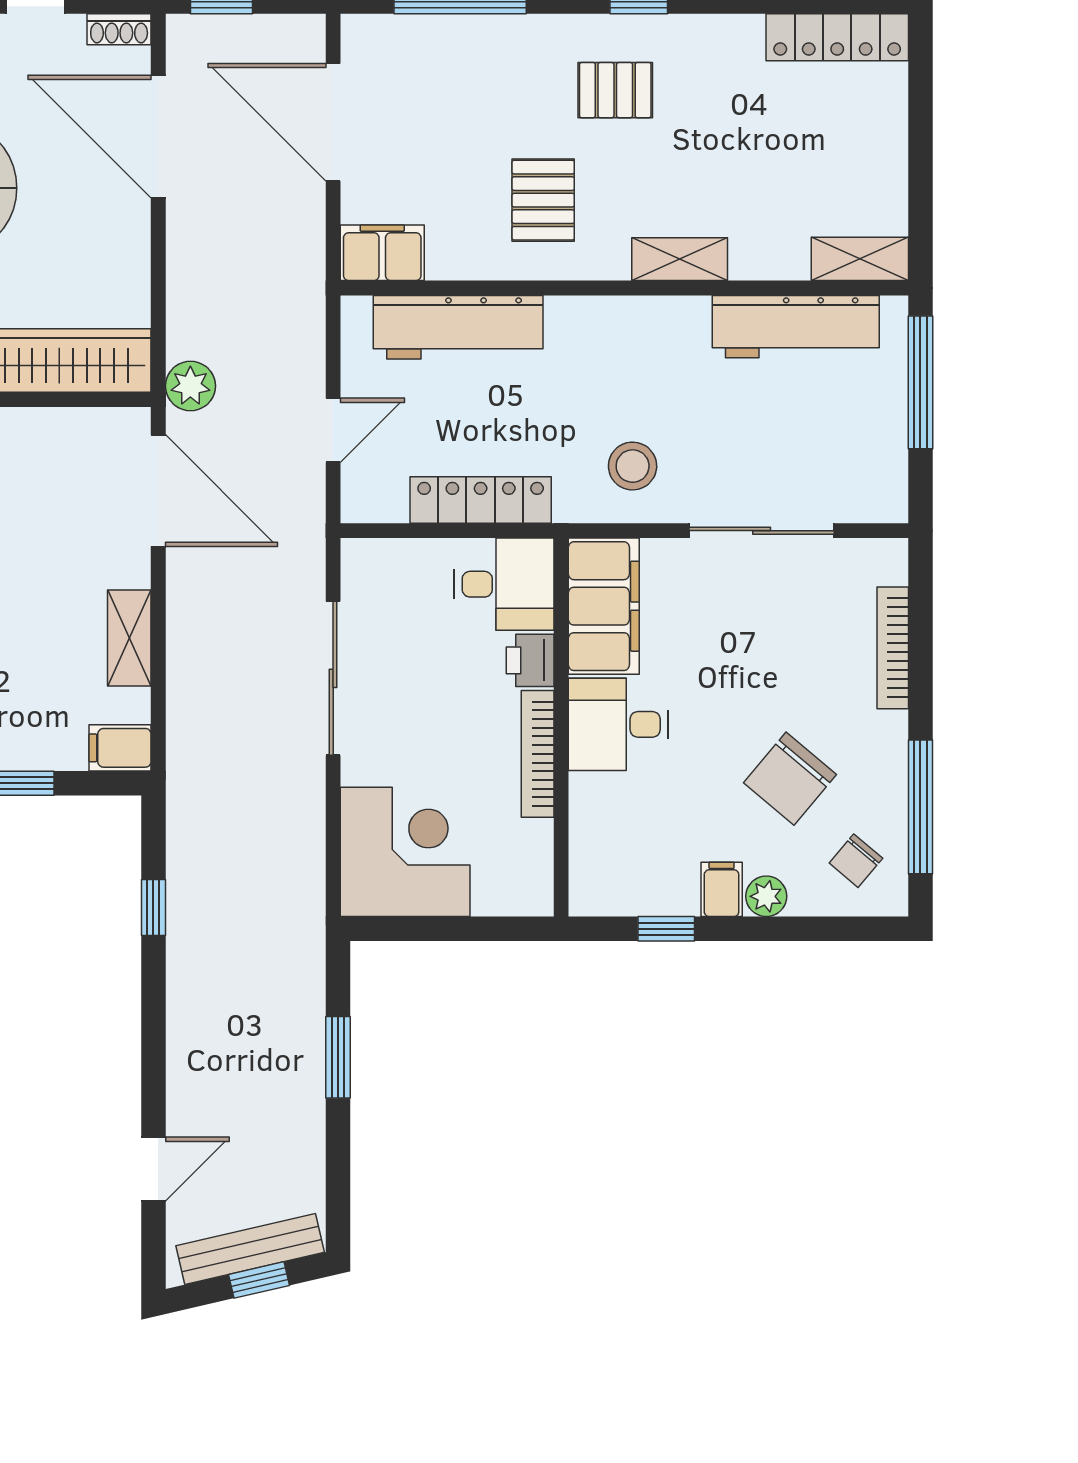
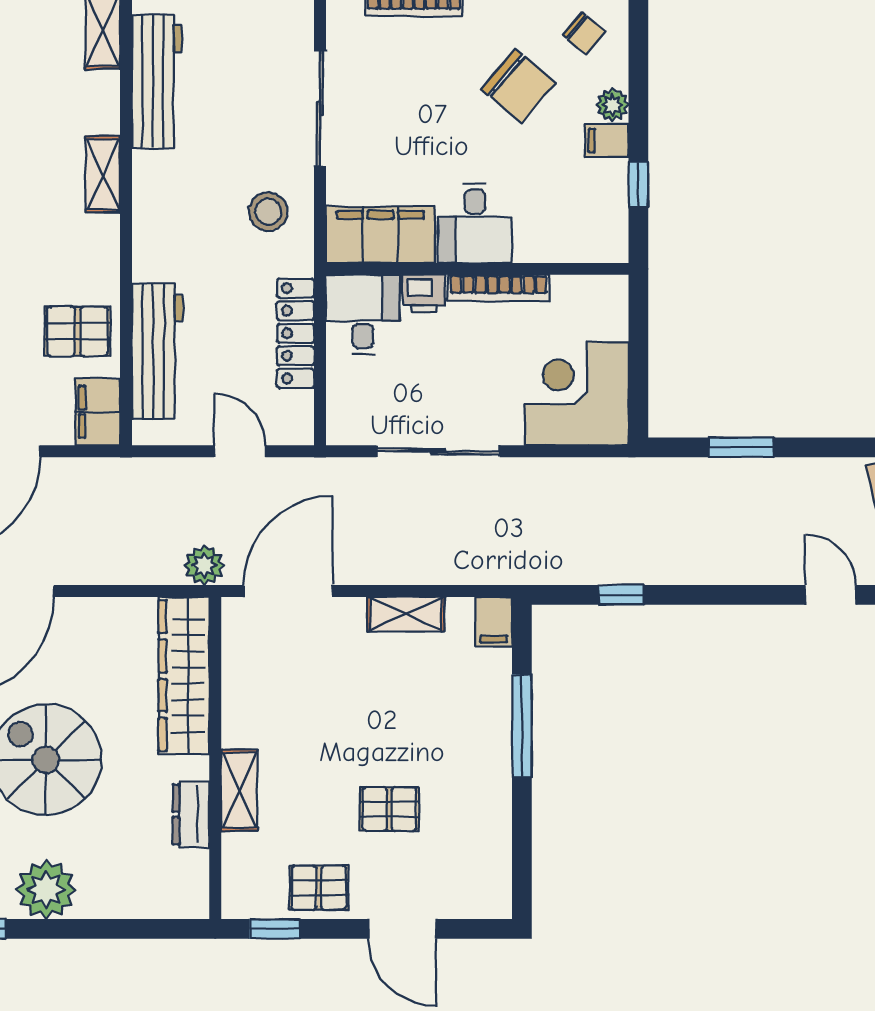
pallet: (543, 200) -> (77, 331), moved

